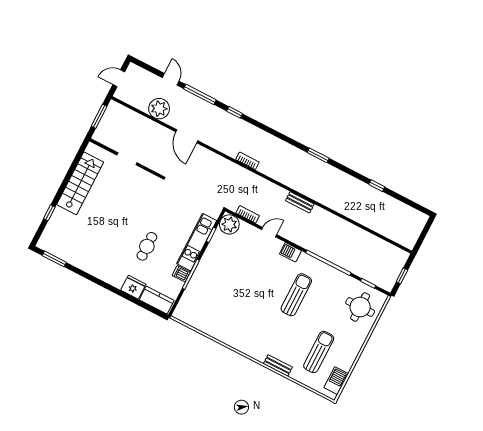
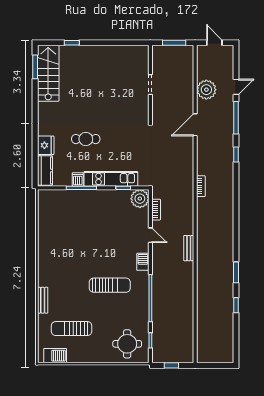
window: (318, 155) -> (236, 272), moved
stairs: (80, 183) -> (48, 73), moved, turned -90
sun lounger: (319, 352) -> (72, 329), turned 180

